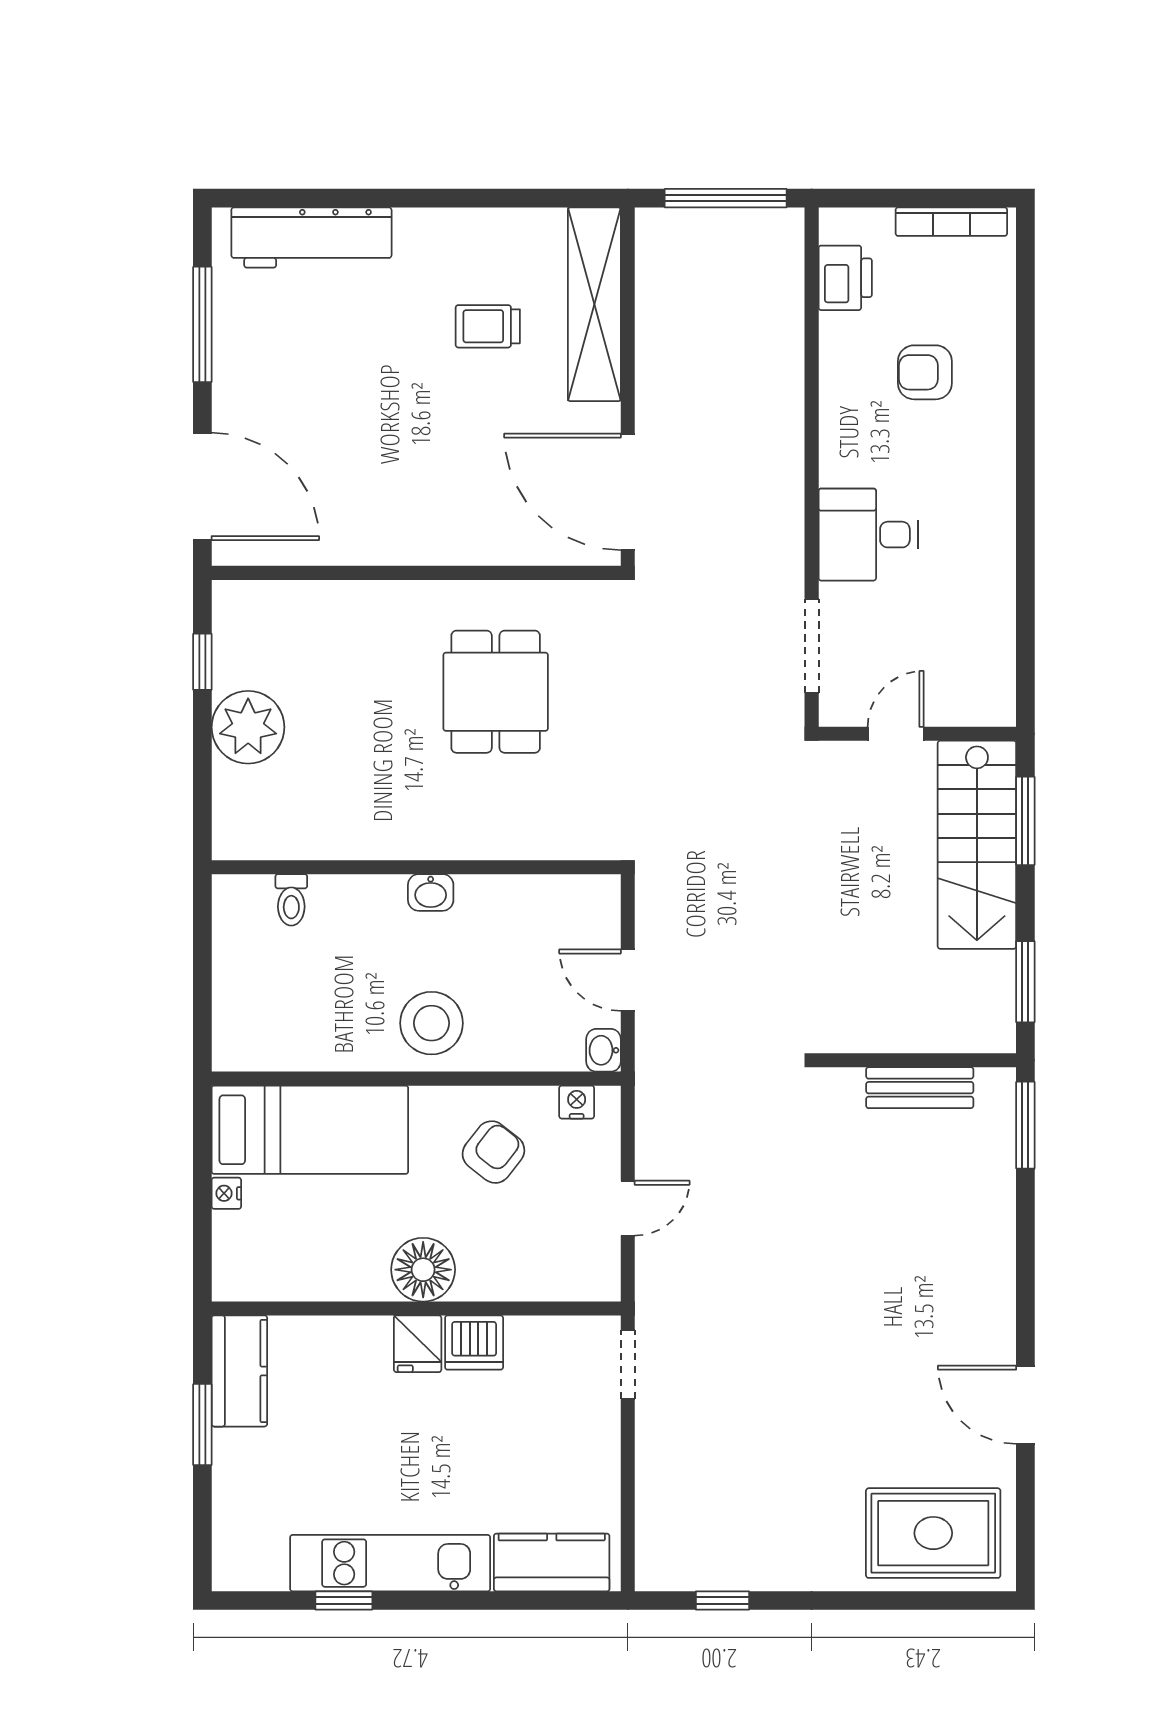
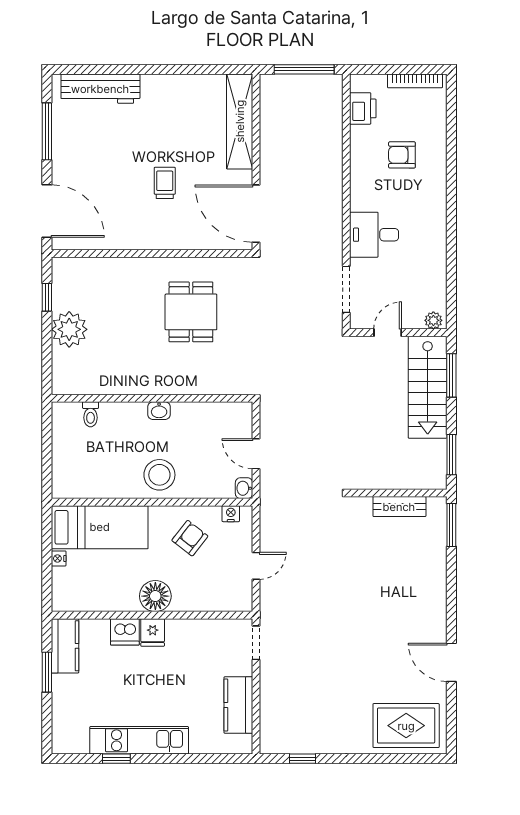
trolley: (488, 326) -> (165, 183), moved, turned 90
plant: (989, 709) -> (433, 320), added
dishwasher: (474, 1343) -> (125, 632), moved
kitchen counter: (552, 1562) -> (238, 705), moved, turned -90

